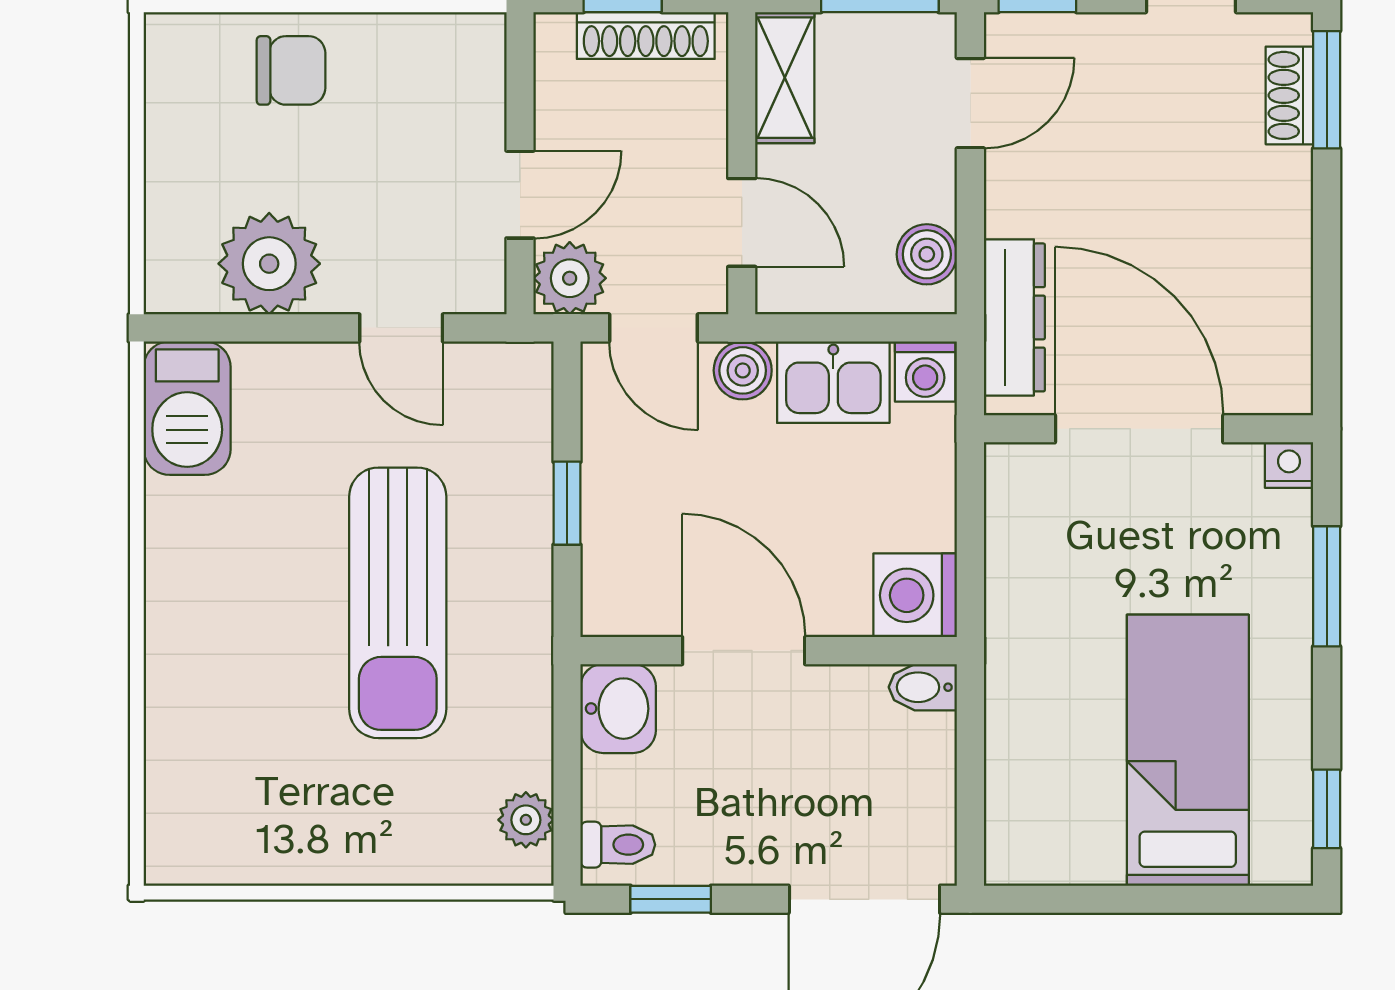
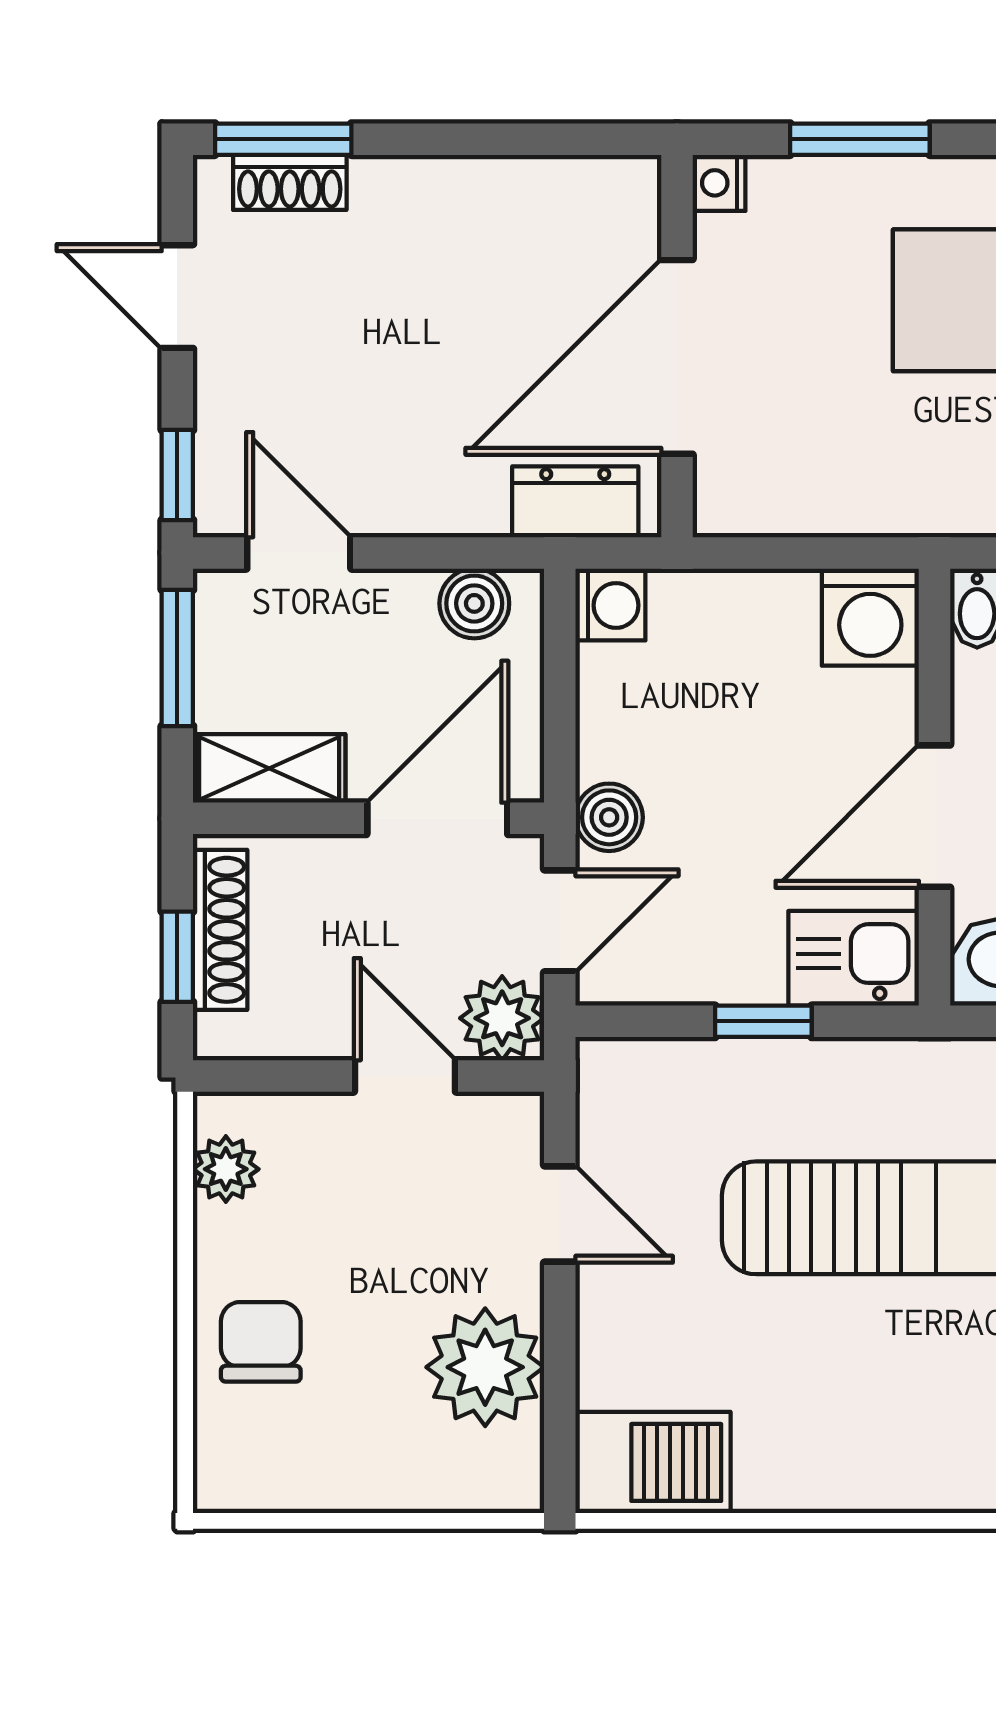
plant: (440, 40) -> (226, 1169), added
door: (742, 222) -> (437, 818), width x1.38
dresser: (1014, 317) -> (575, 502), width x0.70
door: (401, 328) -> (560, 1214), hinge flipped
kitchen sink: (833, 382) -> (854, 958), moved, turned -90

